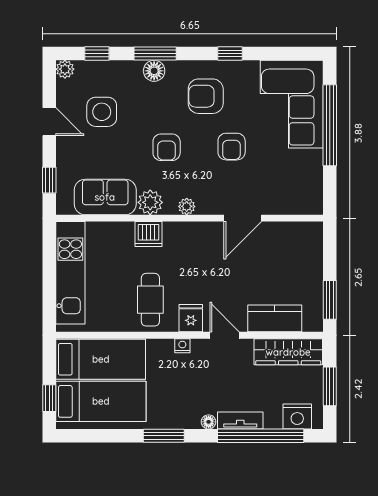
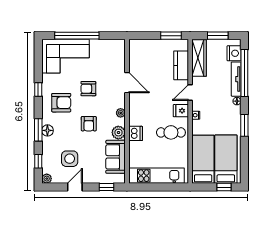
armchair: (206, 96) -> (61, 103), turned -90
armchair: (167, 147) -> (89, 124), turned 90
armchair: (232, 147) -> (88, 89), turned 180
tv unit: (240, 420) -> (236, 79), width x1.41

